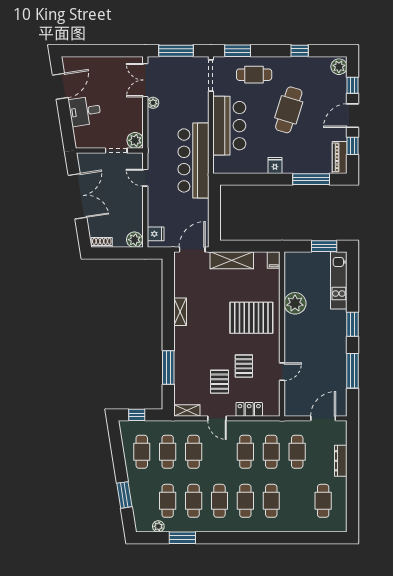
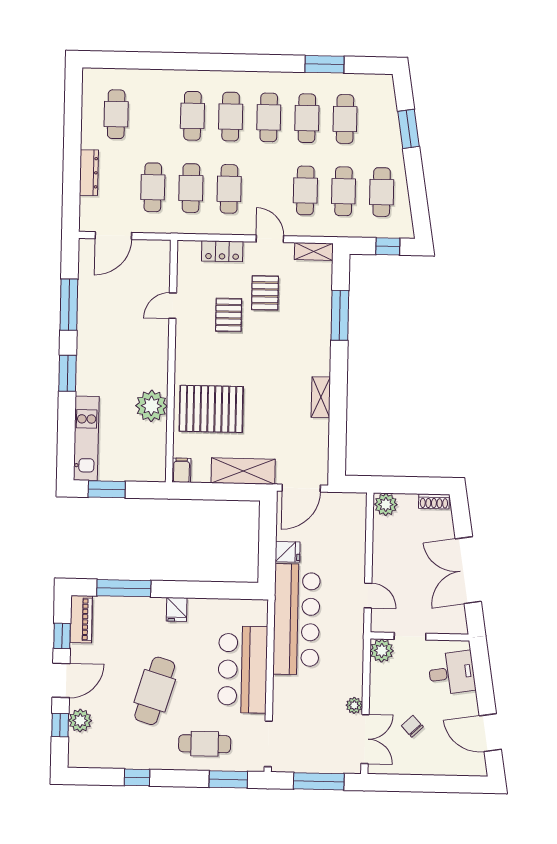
plant: (339, 67) -> (80, 720), moved
door: (60, 86) -> (490, 733), hinge flipped
chair: (113, 89) -> (412, 726), added
desk: (85, 111) -> (452, 673), moved
fridge: (156, 234) -> (288, 552), moved, turned 180
pallet: (251, 318) -> (211, 409), moved
plant: (158, 526) -> (360, 82), removed

